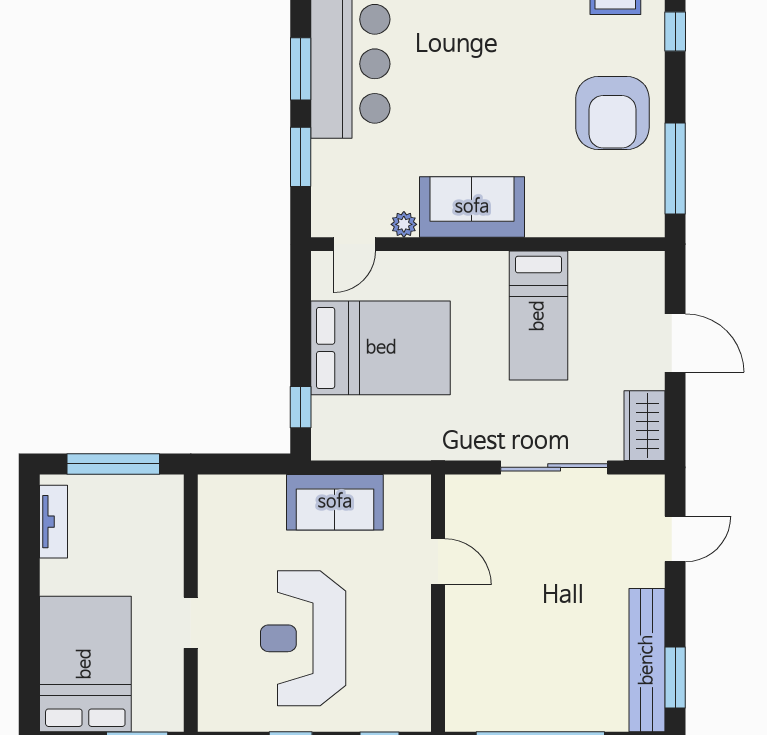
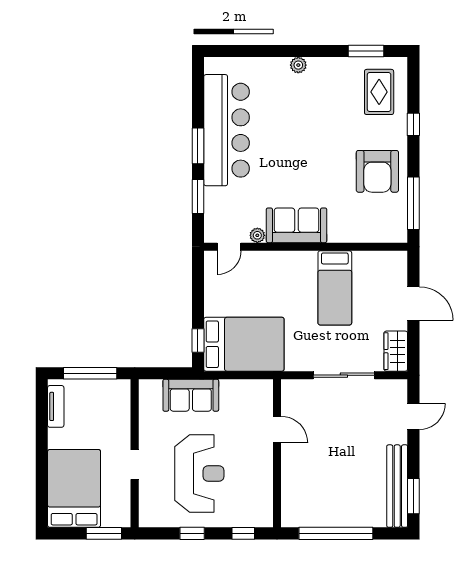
bed: (381, 348) -> (244, 344), moved
sofa: (335, 502) -> (191, 395), moved
reception desk: (303, 638) -> (199, 474), turned 180

